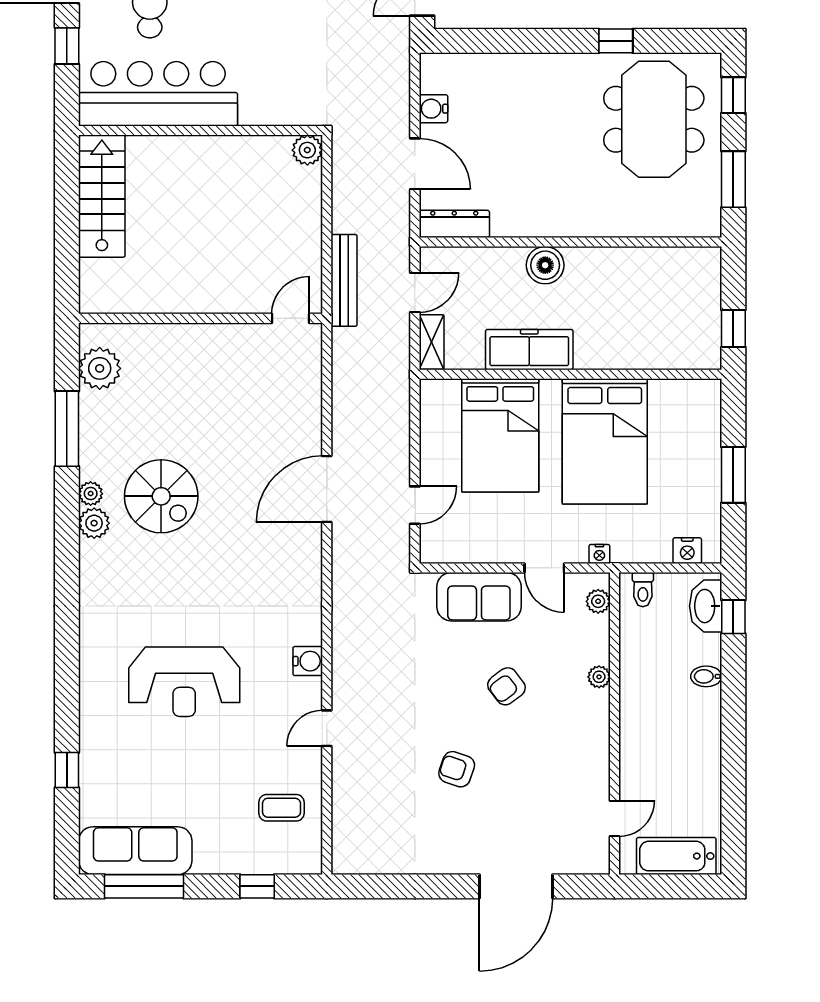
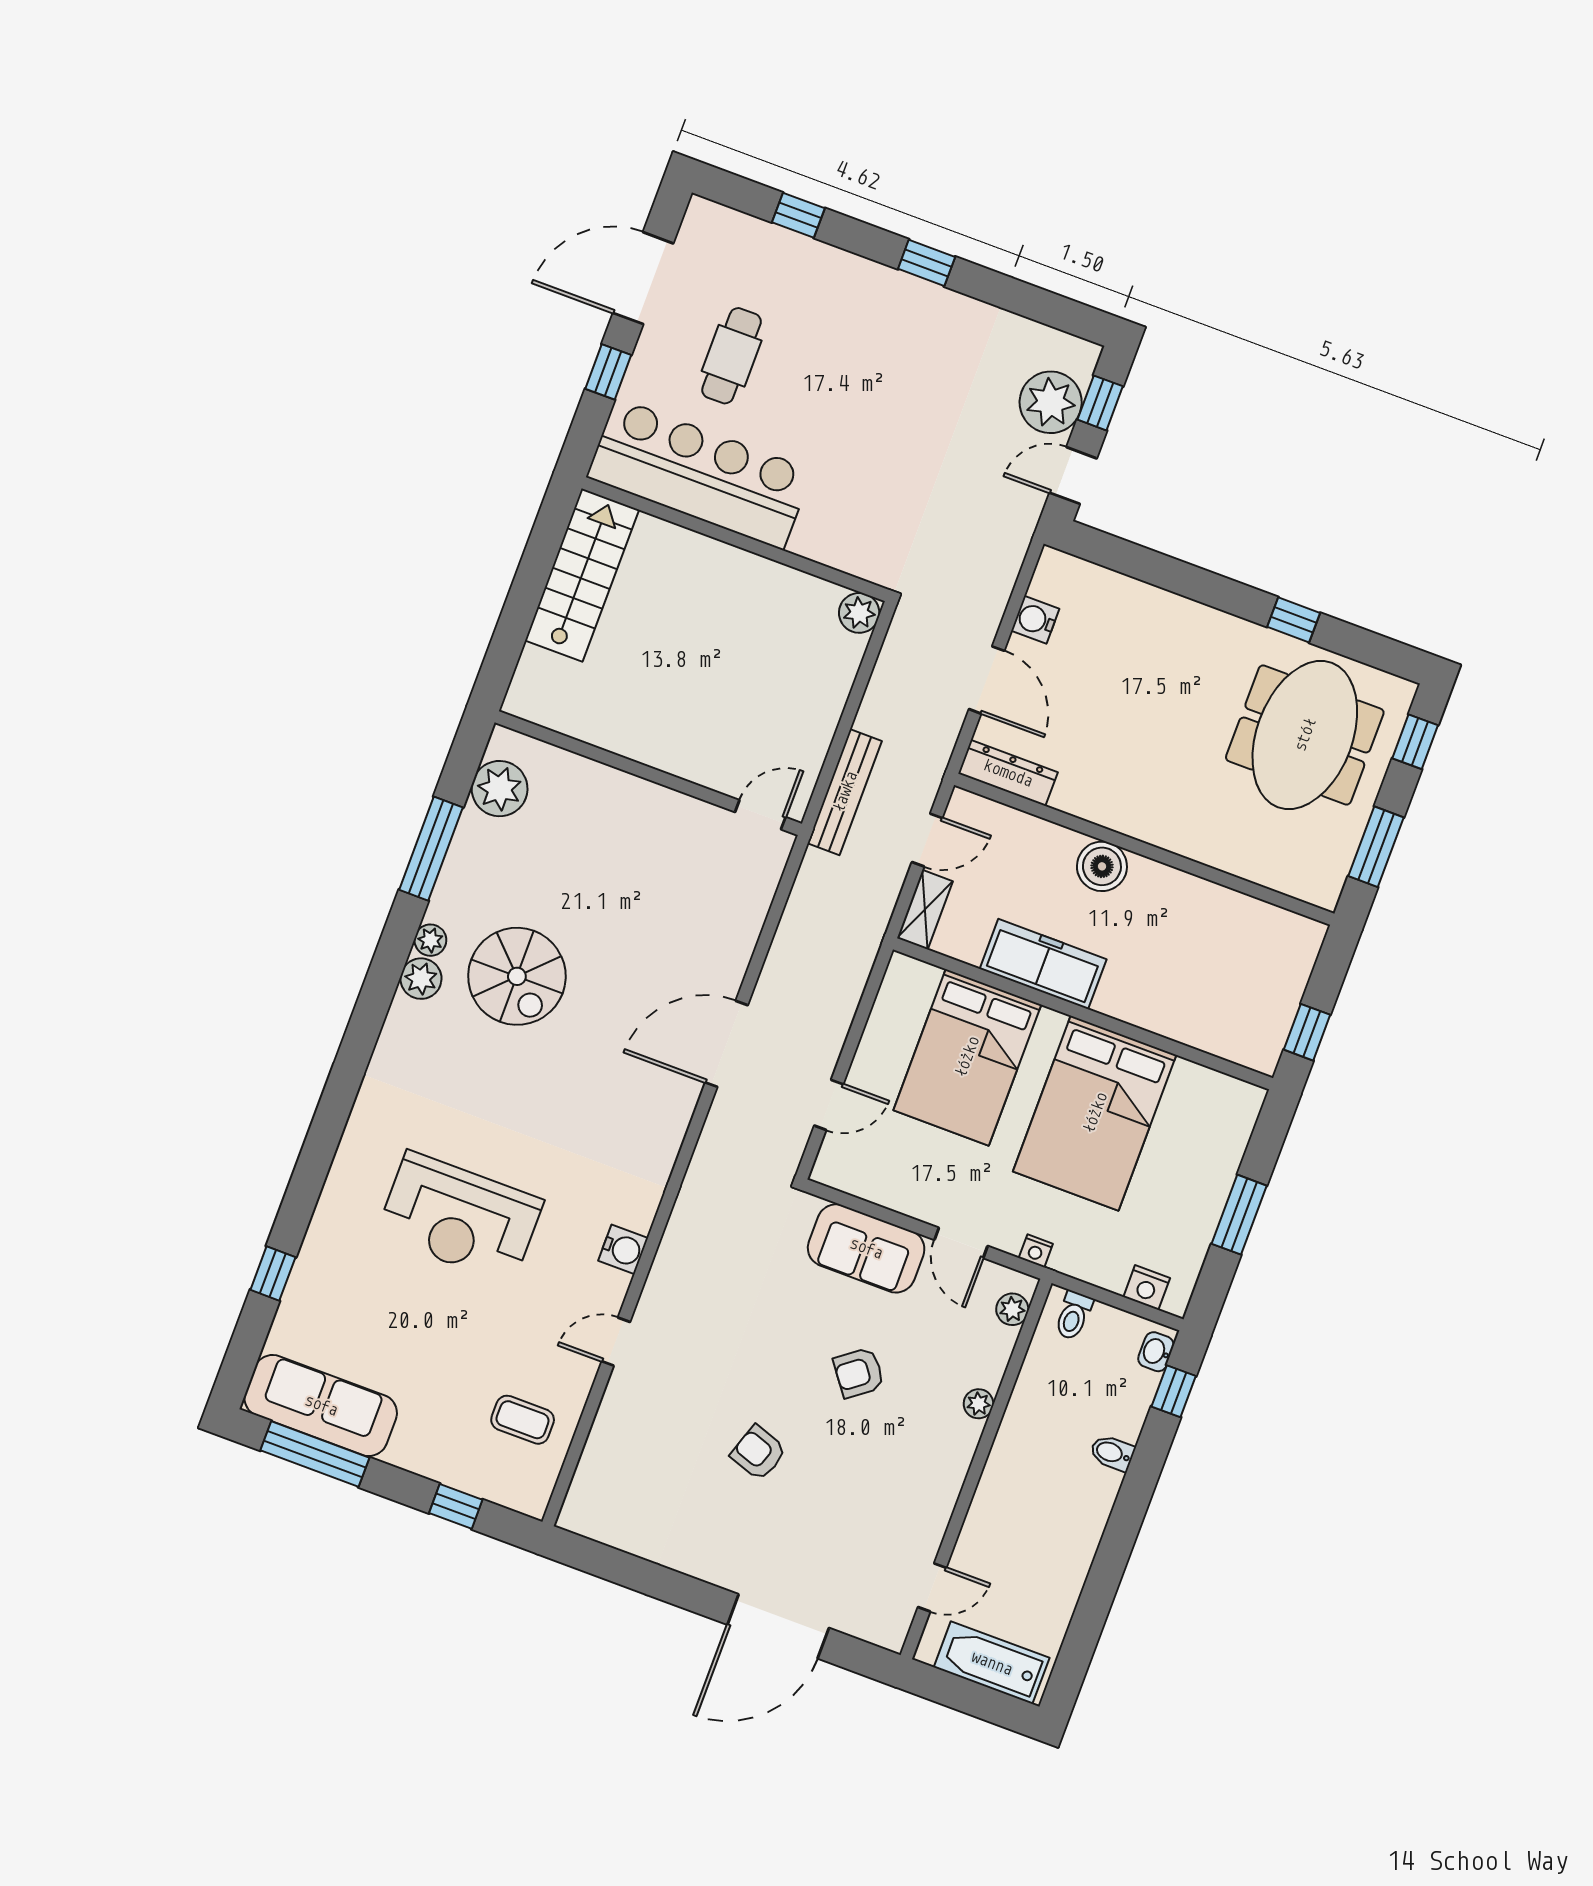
washbasin: (706, 606) -> (1156, 1352), width x0.52, depth x0.69

